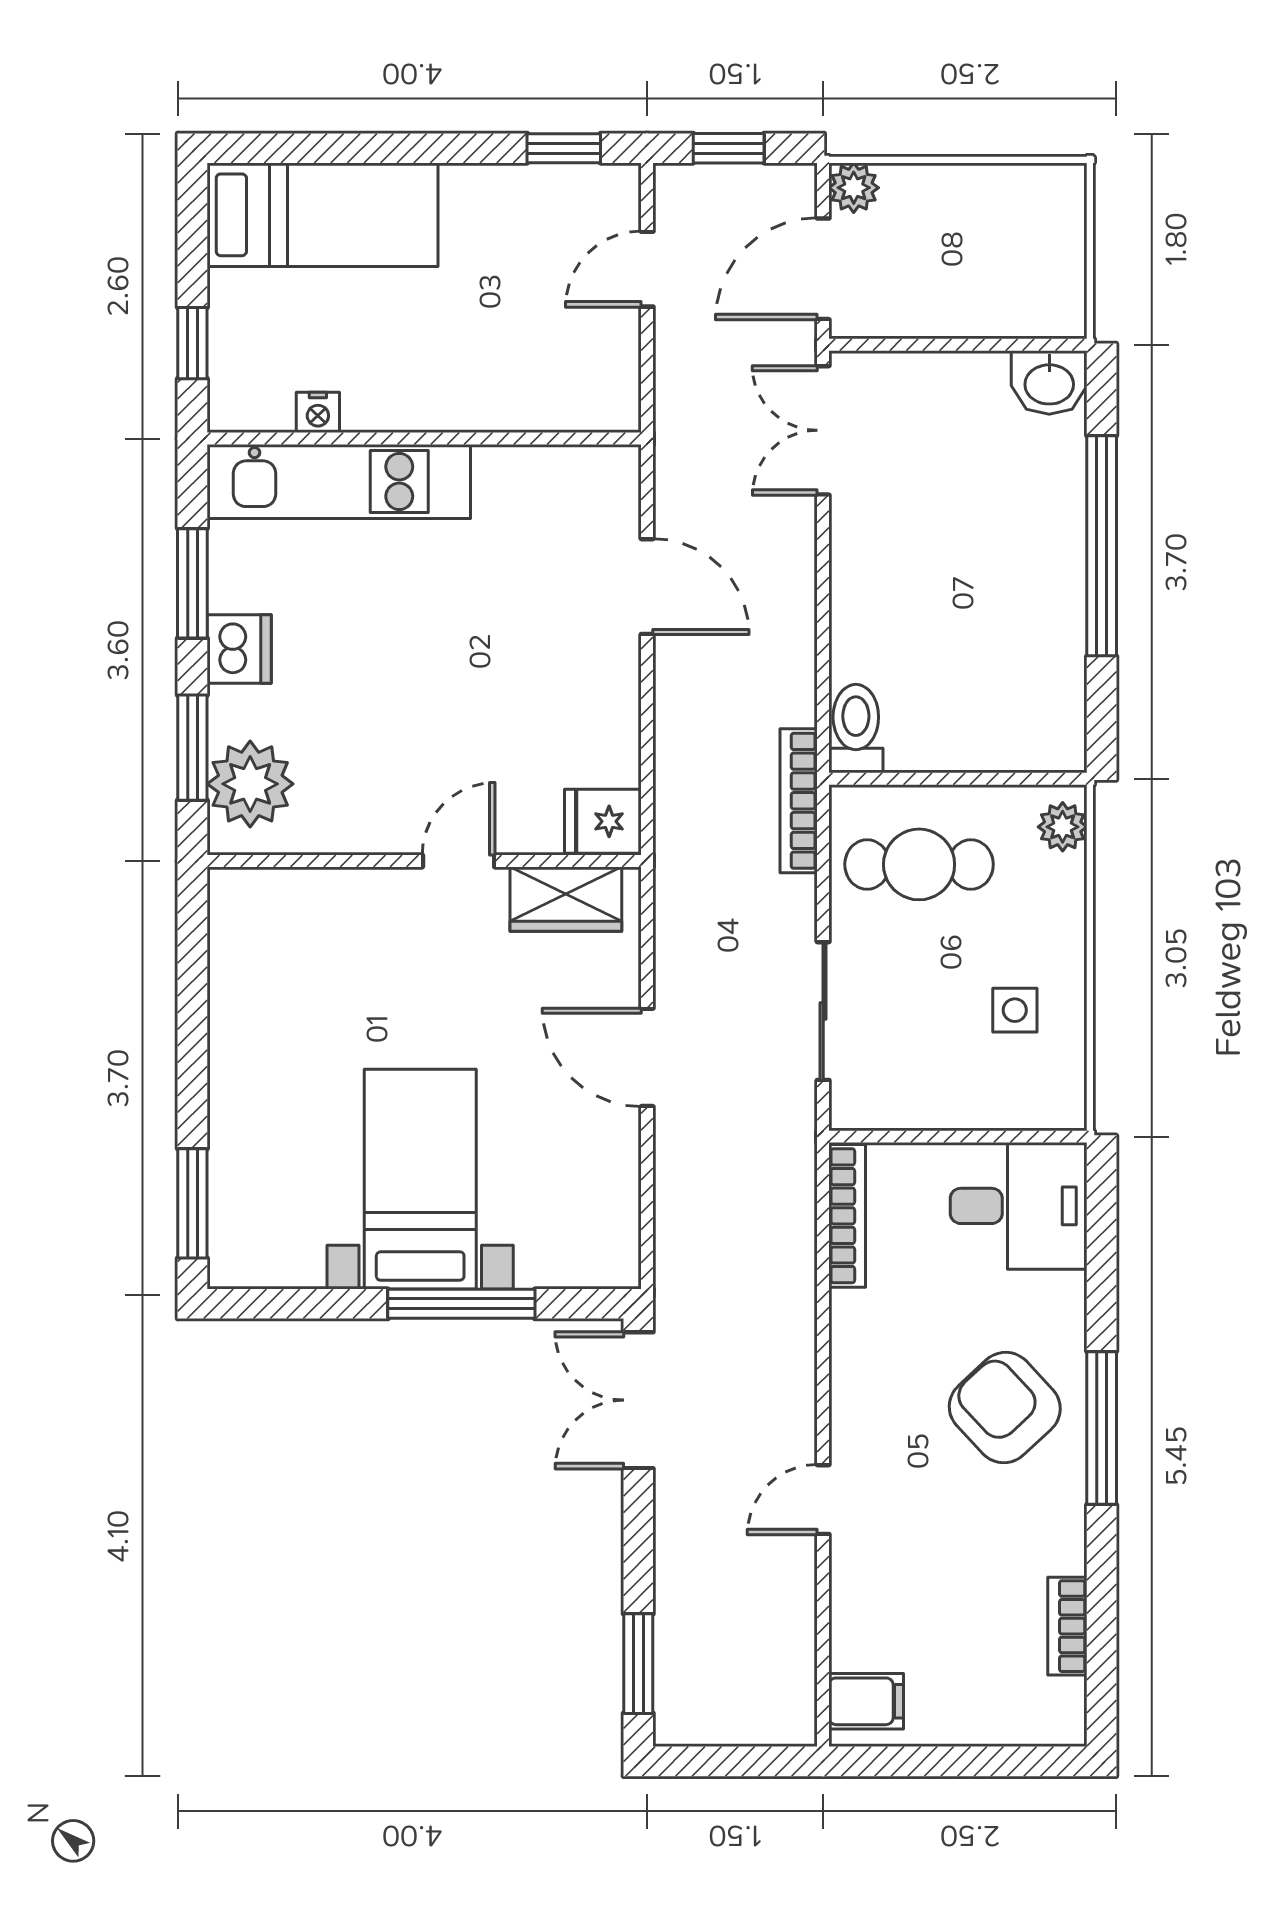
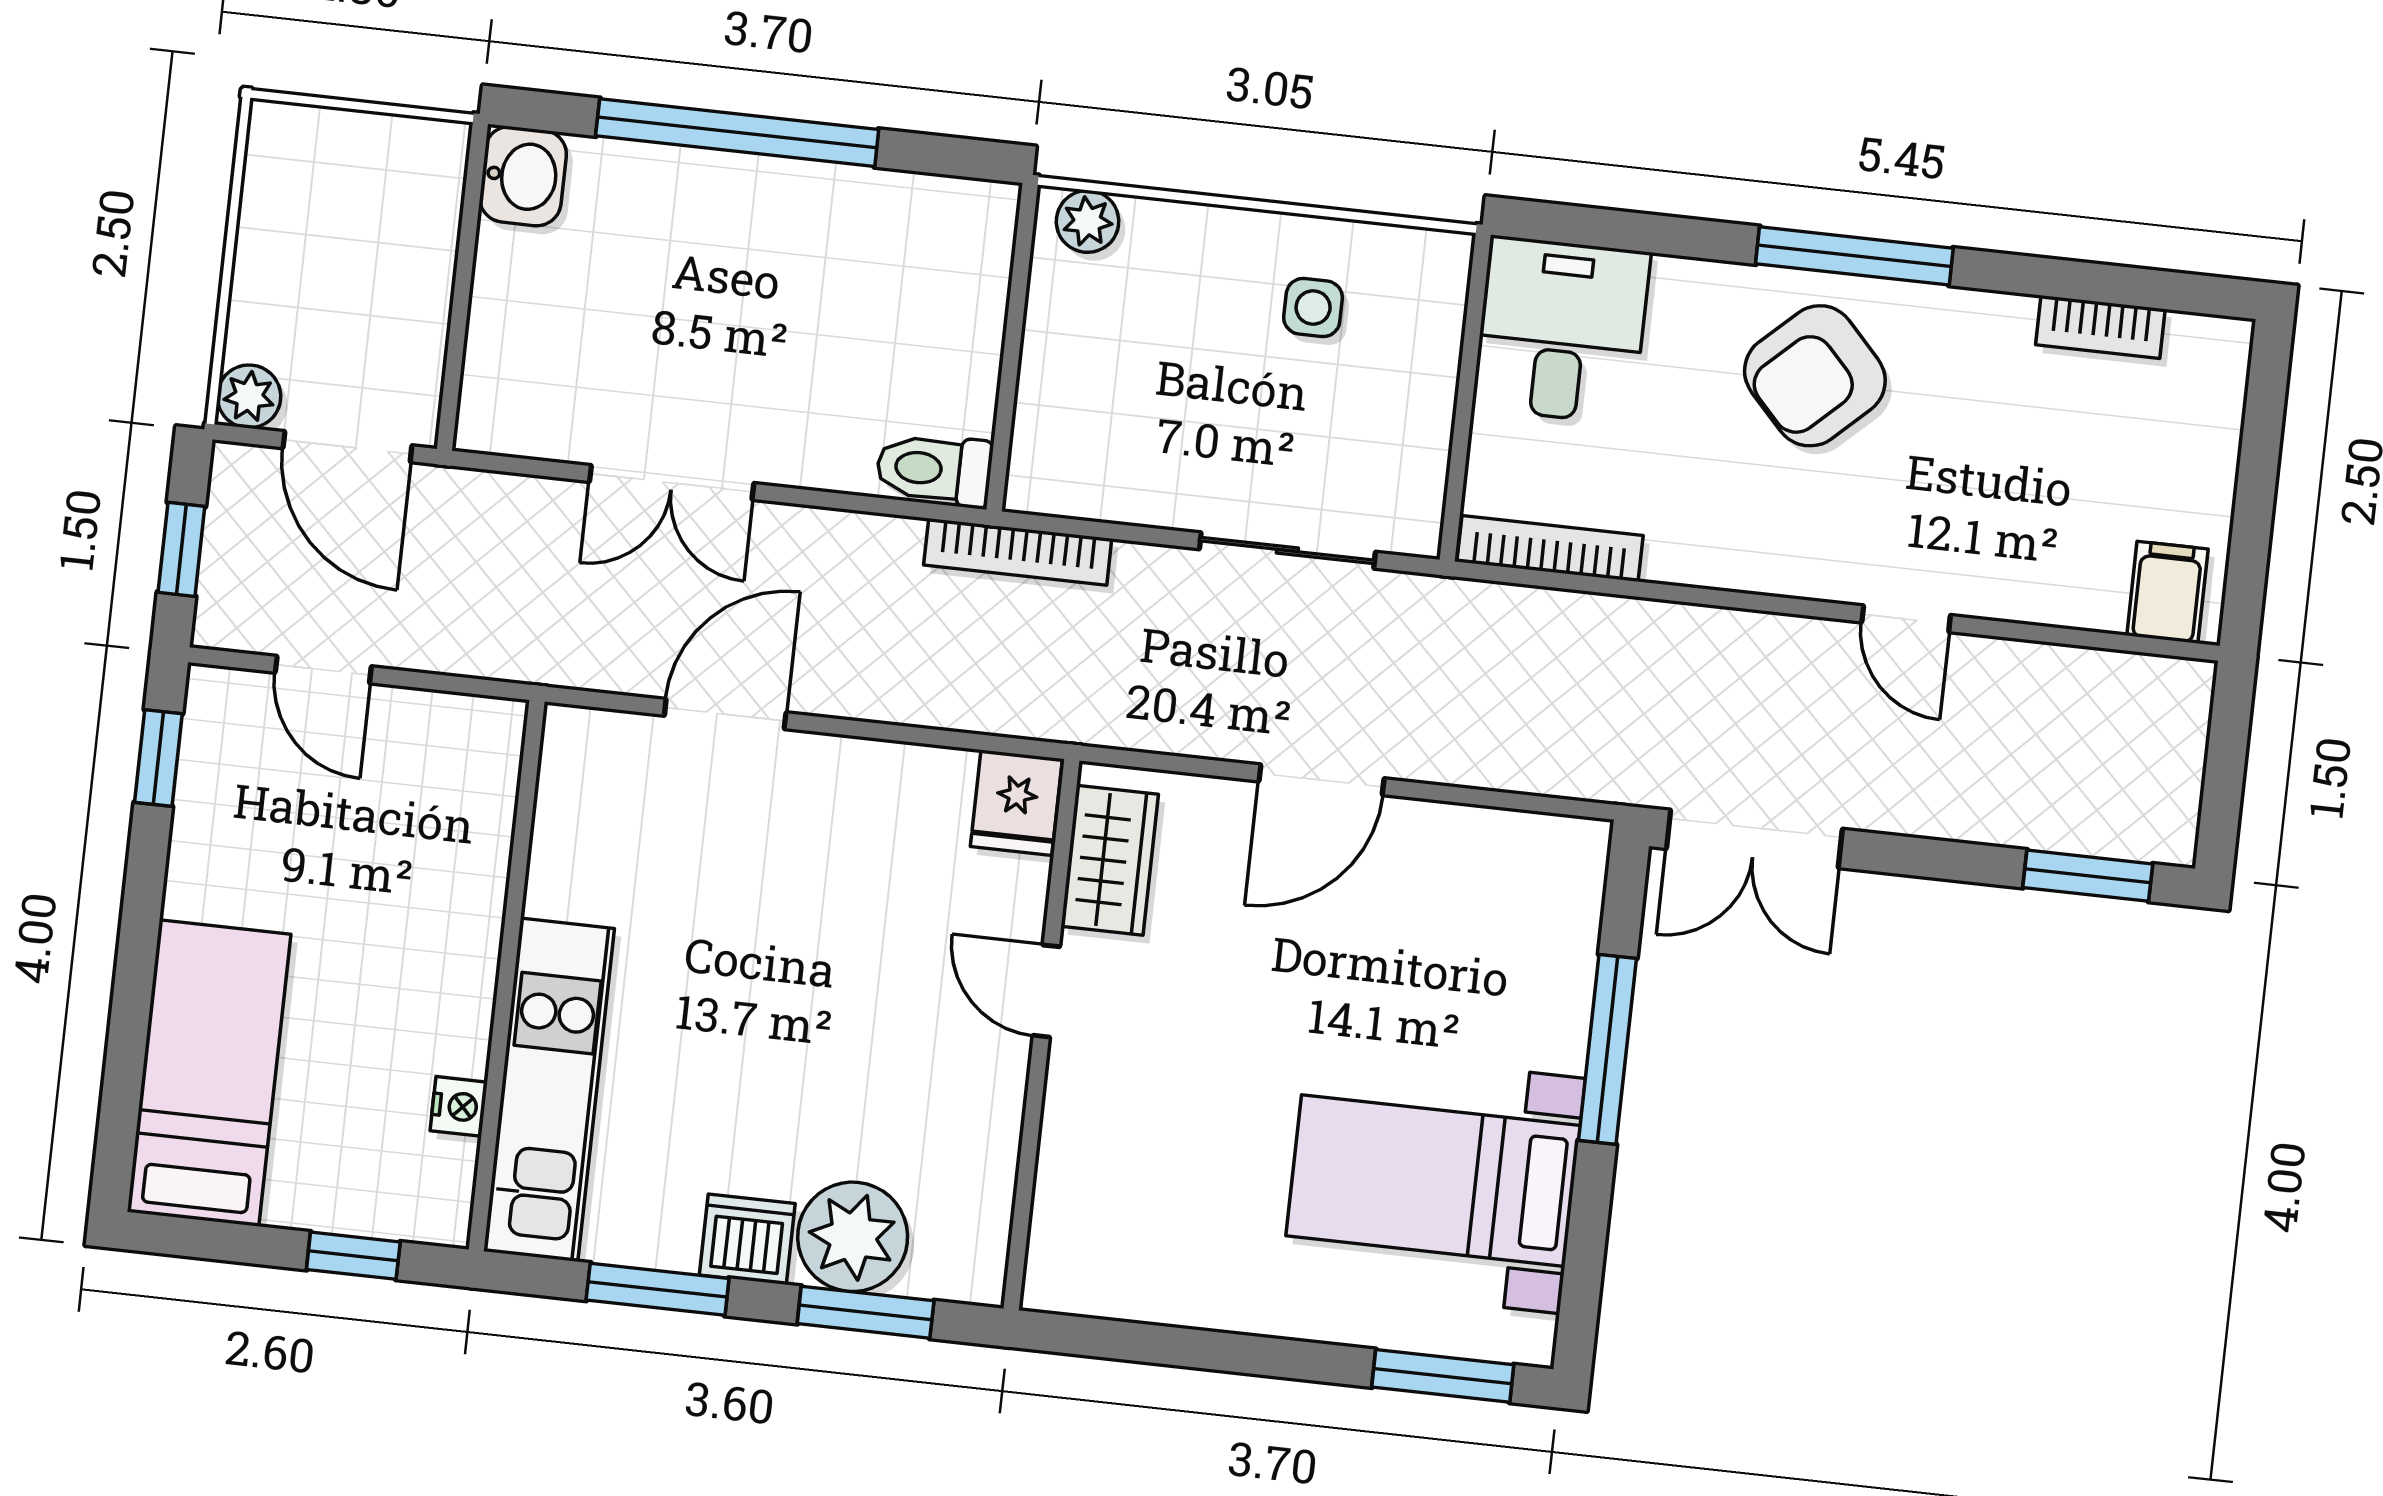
double door: (823, 430) -> (672, 482), moved
plant: (250, 784) -> (853, 1237), moved
cafe table: (919, 864) -> (1115, 408), removed
bed with nightstands: (420, 1179) -> (1433, 1181), moved

